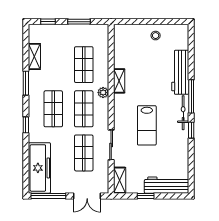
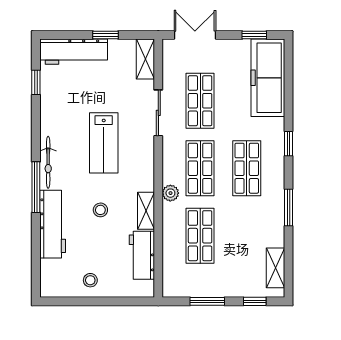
workbench: (122, 52) -> (142, 255), added
shelving: (34, 56) -> (276, 268), moved
stool: (149, 81) -> (100, 210), added
lab bench: (147, 125) -> (104, 143), turned 180
window: (191, 130) -> (36, 82), moved
window: (48, 196) -> (254, 35), width x0.46

